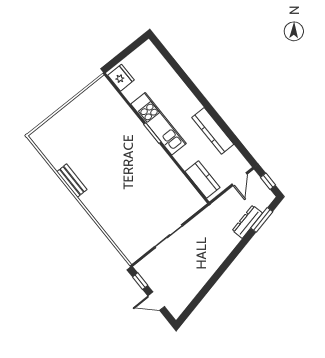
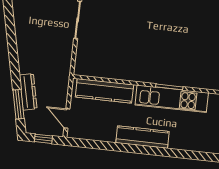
kitchen counter: (213, 131) -> (142, 137), moved
kitchen counter: (203, 179) -> (104, 91), width x1.50

